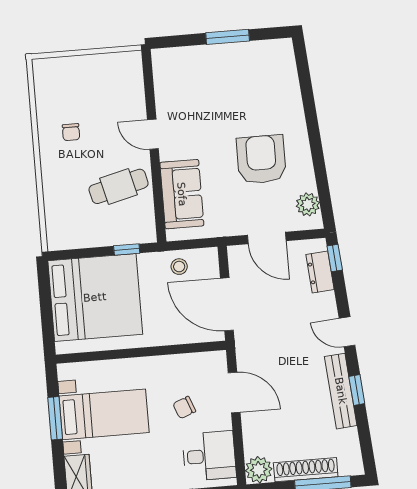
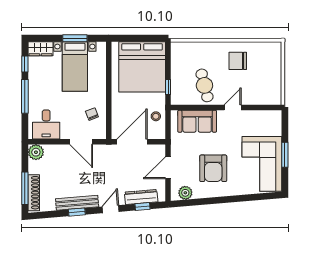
corner sofa: (247, 76) -> (262, 164), added
chair: (71, 132) -> (238, 61), width x1.87, depth x1.87
armchair: (261, 159) -> (213, 168), turned 90
window: (335, 258) -> (143, 207), moved
dresser: (320, 272) -> (141, 197), width x1.44
door: (234, 393) -> (81, 142), hinge flipped
chair: (184, 408) -> (92, 114), moved
shoe rack: (306, 470) -> (34, 193), moved

